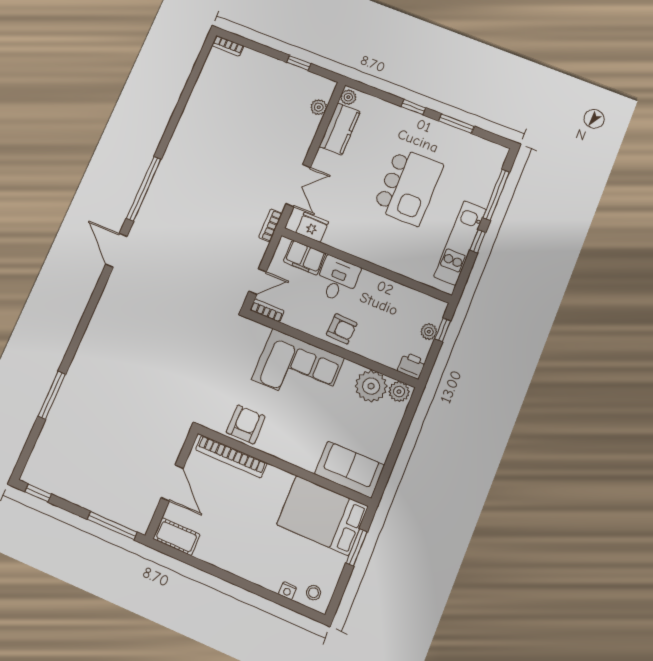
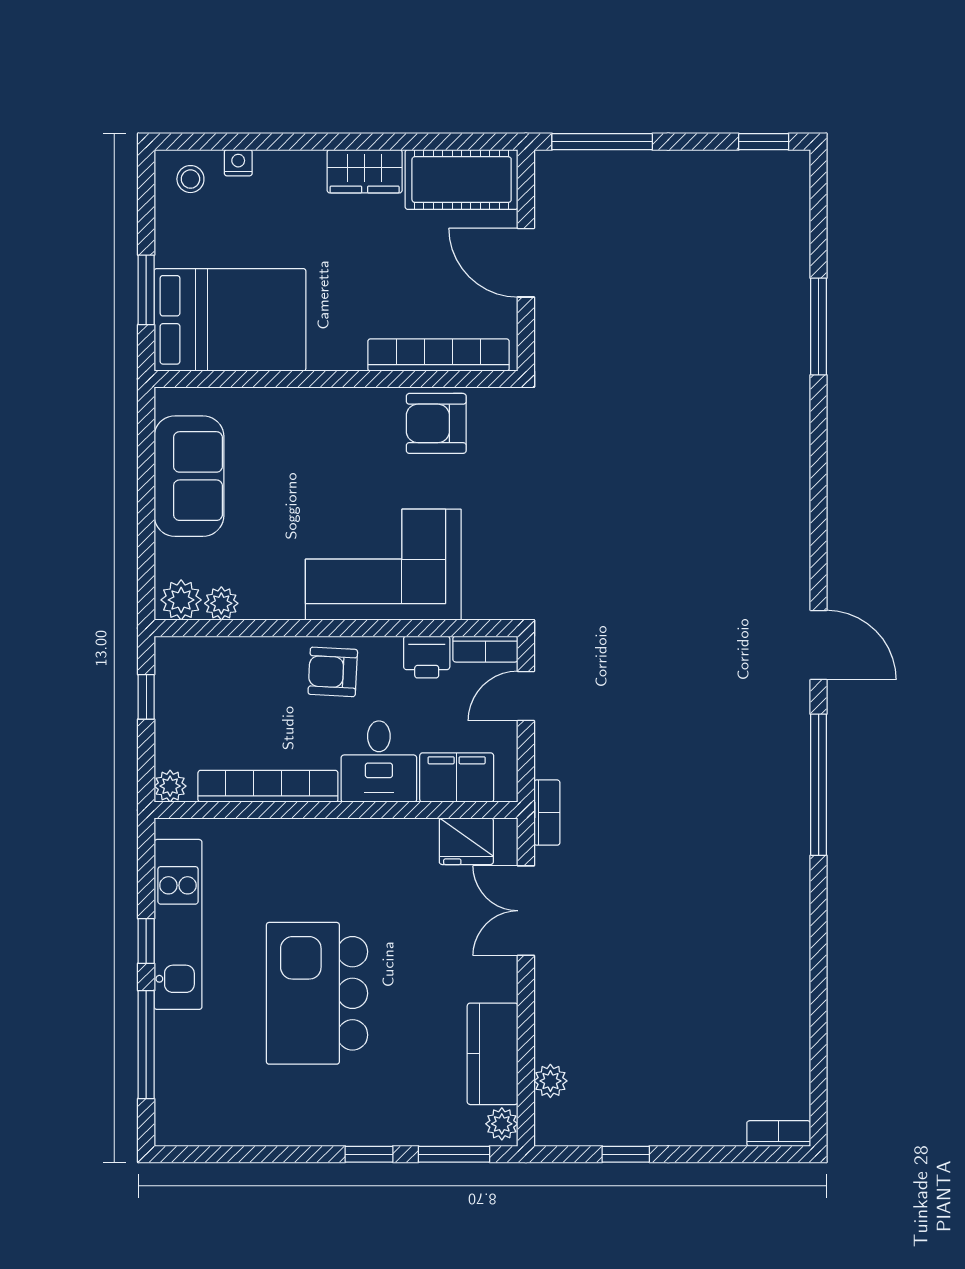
window: (456, 124) -> (454, 1154), moved
bookcase: (393, 289) -> (268, 786), added
window: (443, 330) -> (146, 697), moved
plant: (429, 332) -> (170, 786), moved
printer: (412, 366) -> (427, 657), moved
plant: (371, 386) -> (221, 603), width x0.53, depth x0.53
armchair: (246, 425) -> (436, 423), turned 90
sofa: (349, 470) -> (189, 476), moved, turned -90
cot: (177, 537) -> (462, 180), width x1.37, depth x1.34
wardrobe: (229, 560) -> (365, 171), added

